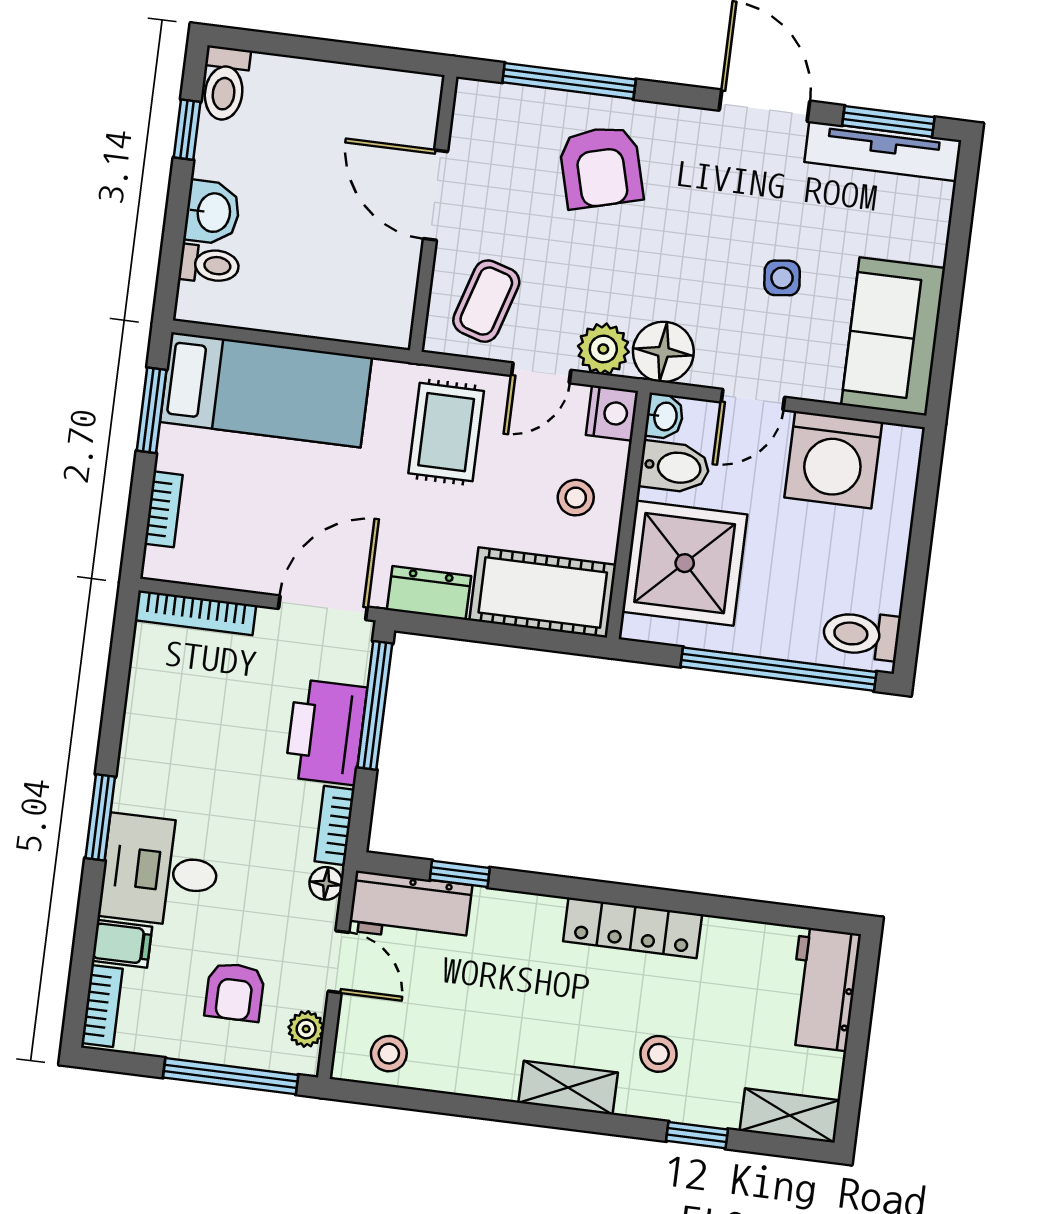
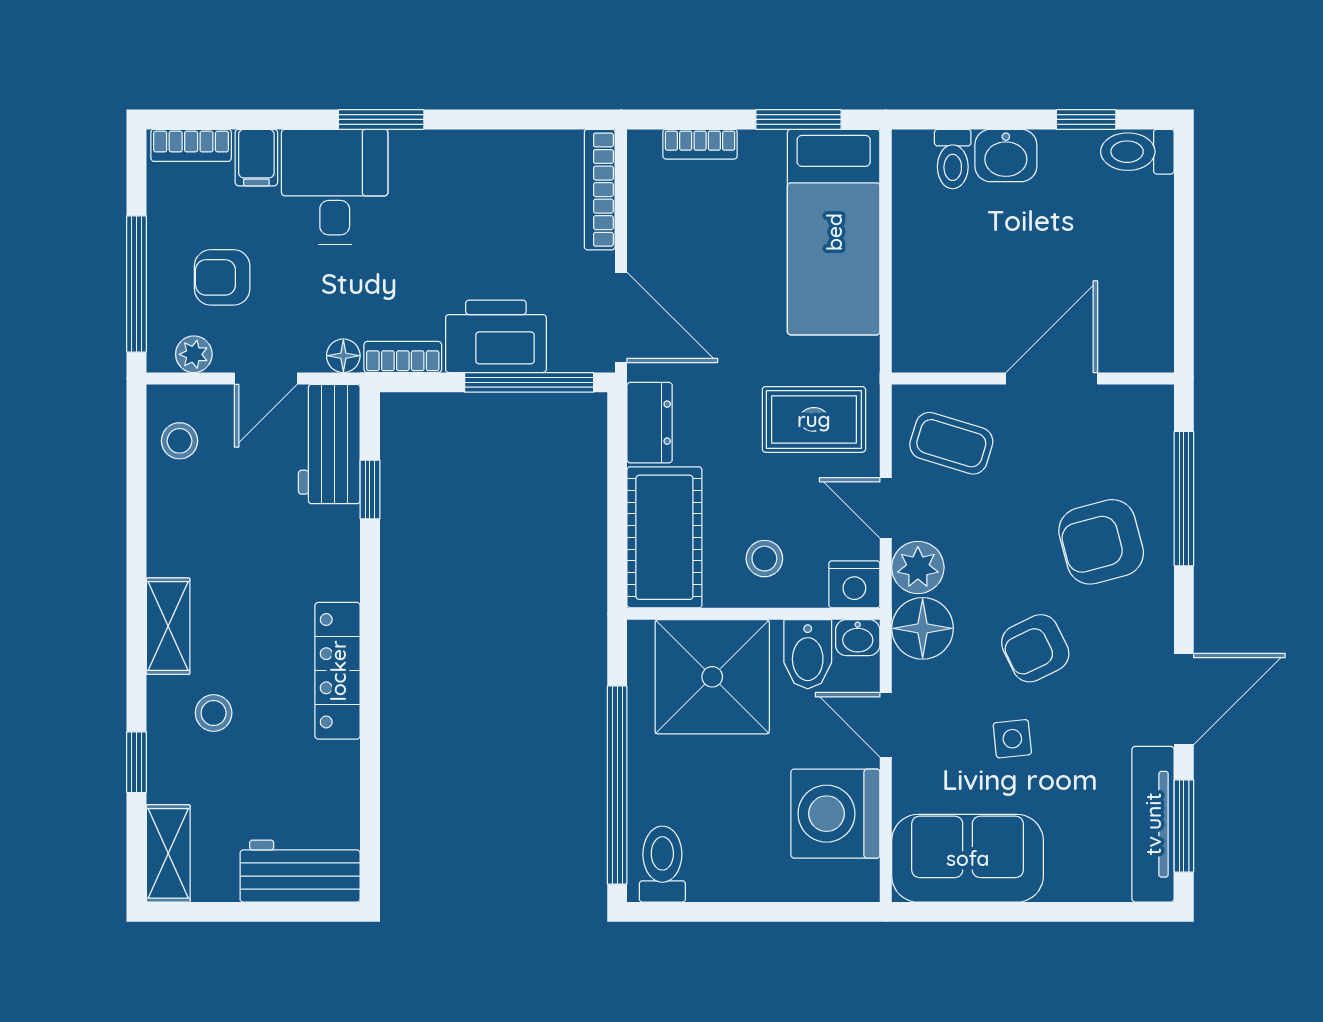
armchair: (697, 244) -> (1035, 648), added

